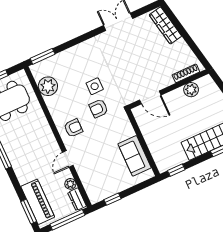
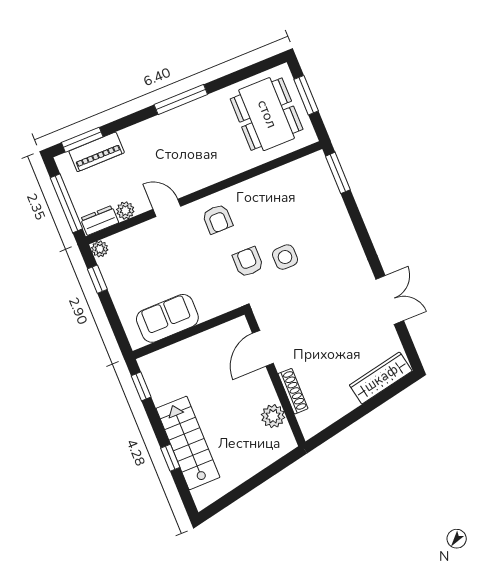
shoe rack: (186, 73) -> (293, 391), moved
plant: (48, 86) -> (100, 249), moved, width x0.53, depth x0.53
piano: (38, 202) -> (97, 152), width x0.73, depth x0.75

